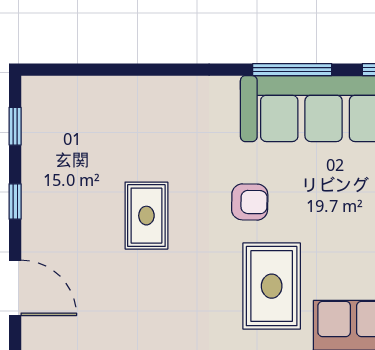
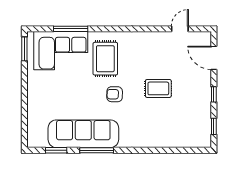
rug: (146, 216) -> (158, 88), turned 90

